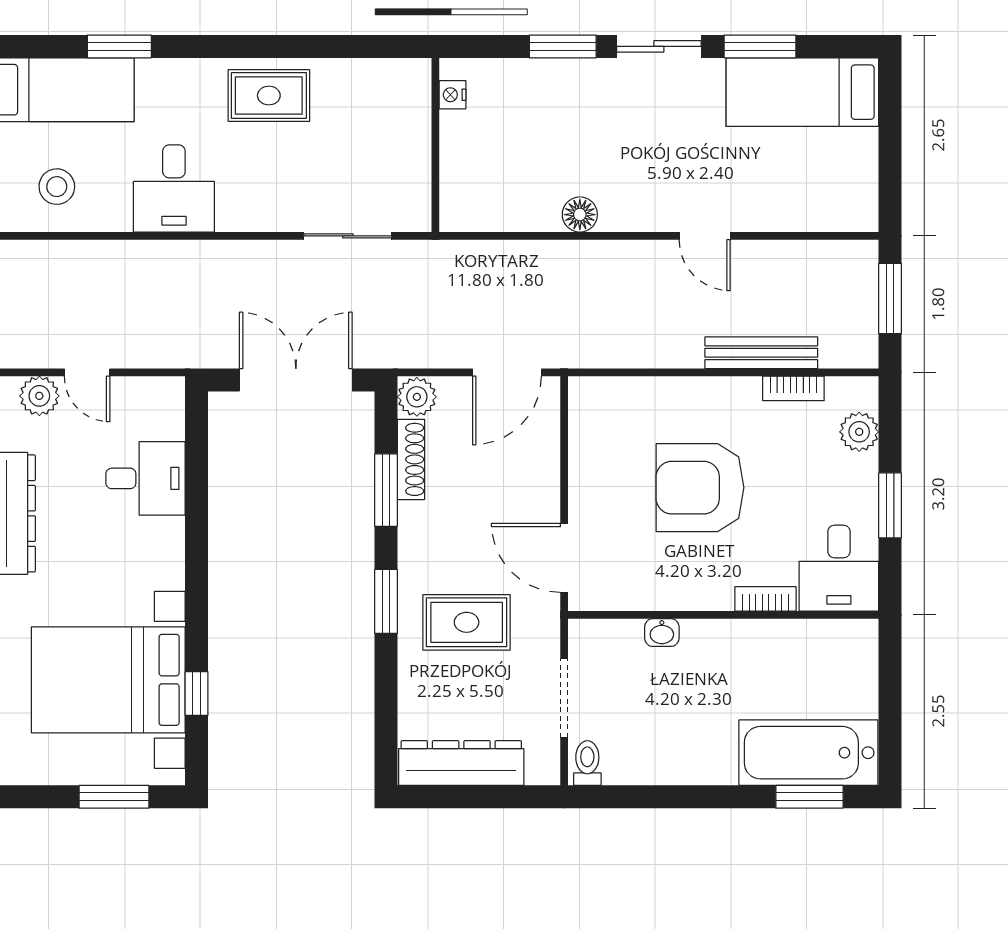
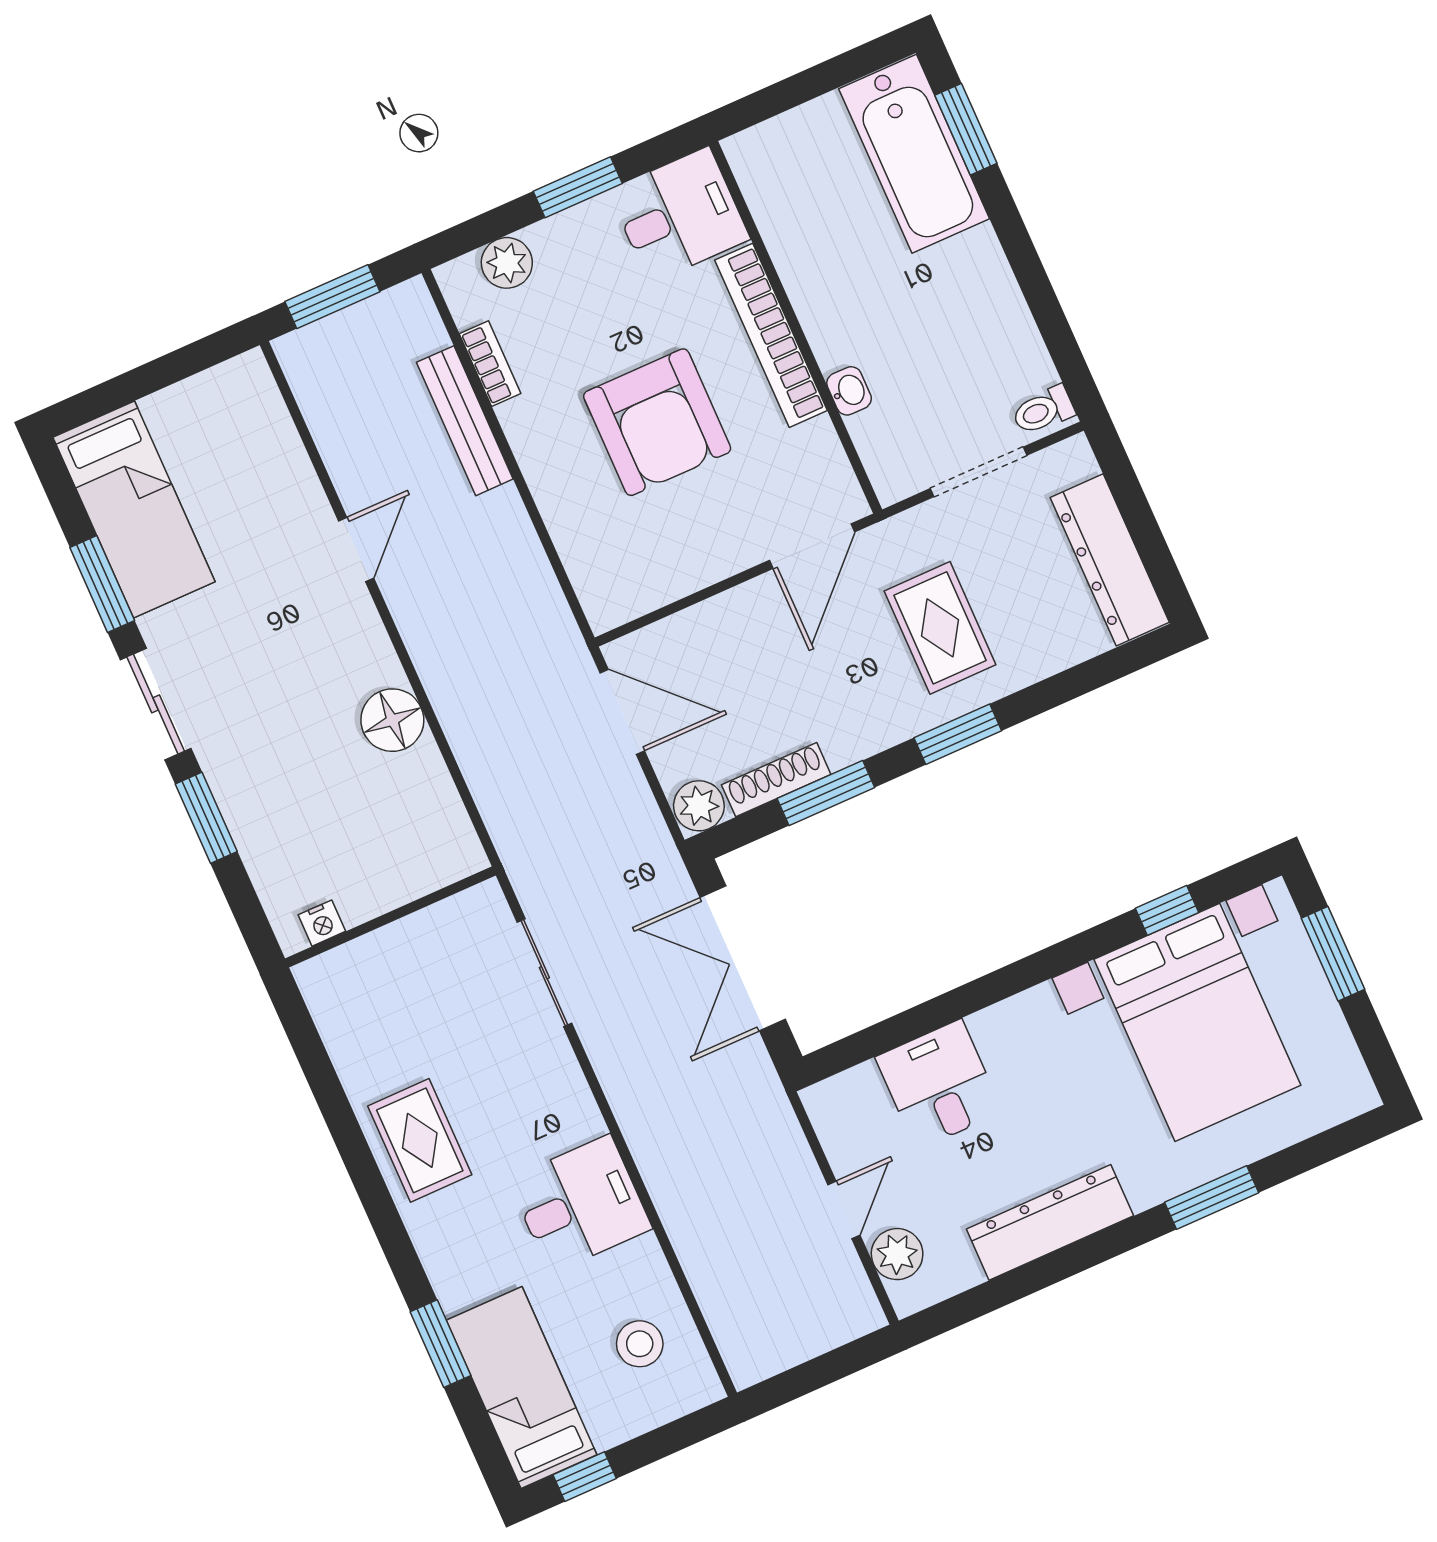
floor lamp: (580, 215) -> (392, 720), width x1.38, depth x1.38
bookcase: (766, 599) -> (771, 335), width x2.31, depth x1.31

